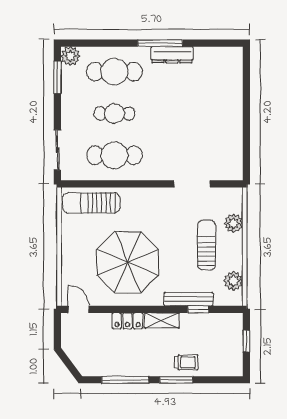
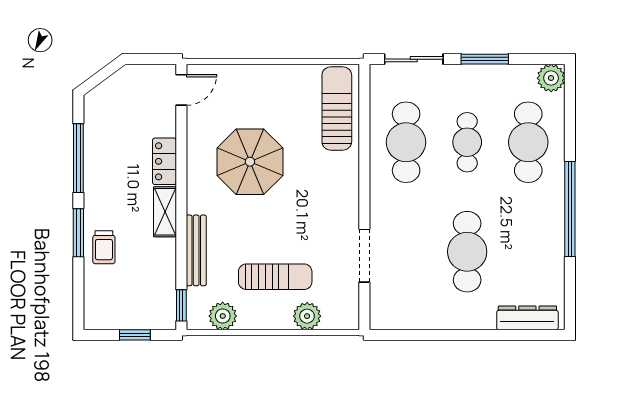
window: (160, 43) -> (570, 209), width x1.46
dresser: (172, 55) -> (527, 318), moved, turned 90
window: (57, 77) -> (485, 59), moved
cafe table: (189, 114) -> (467, 252), added
parasol: (128, 262) -> (250, 162), width x0.73, depth x0.73
window: (198, 309) -> (181, 305), moved

